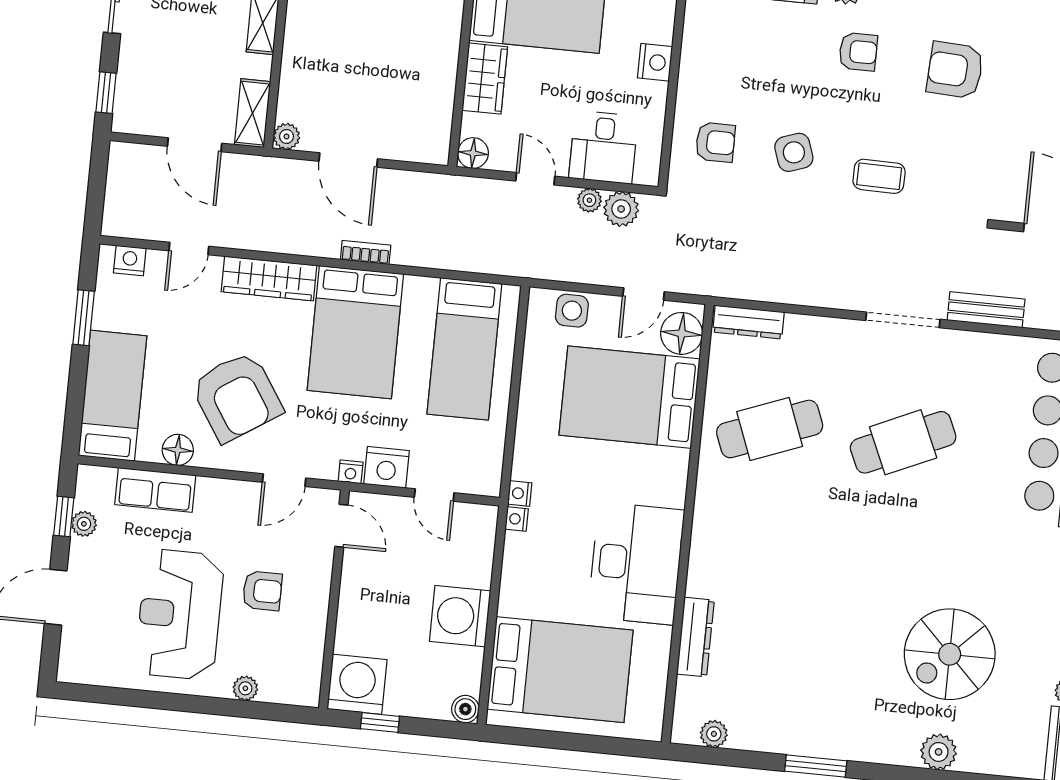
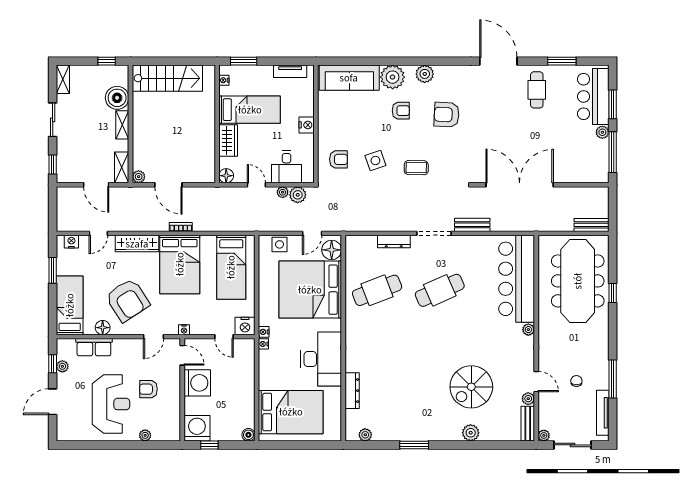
dresser: (748, 322) -> (394, 242), moved
bed: (630, 397) -> (310, 290), width x1.36
nightstand: (386, 467) -> (245, 326), moved
armchair: (262, 591) -> (148, 389), turned 180
reception desk: (179, 614) -> (111, 404), turned 180
washing machine: (460, 616) -> (197, 383), moved, turned 180

